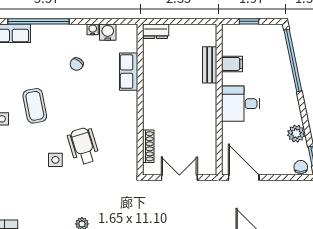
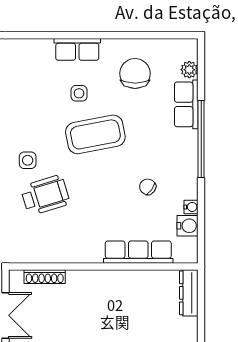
dresser: (156, 31) -> (189, 293), width x1.44
row of seats: (129, 72) -> (138, 252), width x1.48
coffee table: (35, 106) -> (95, 134), width x1.36, depth x1.32

